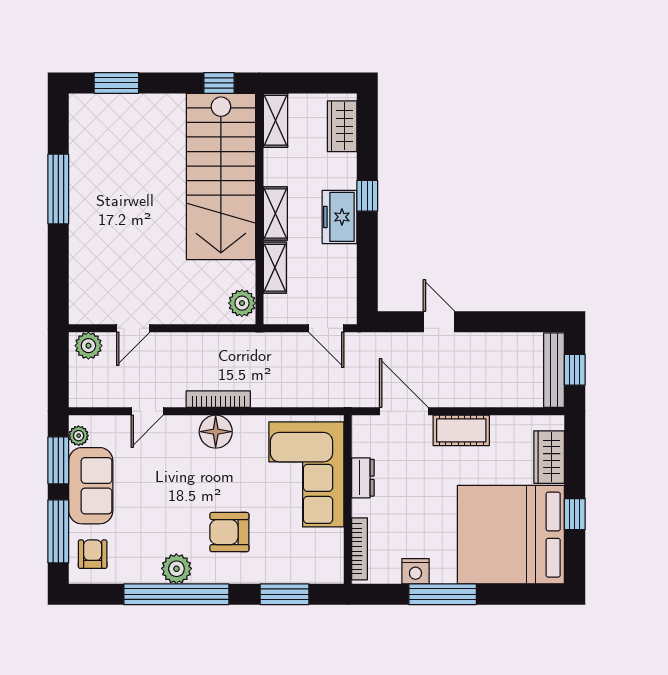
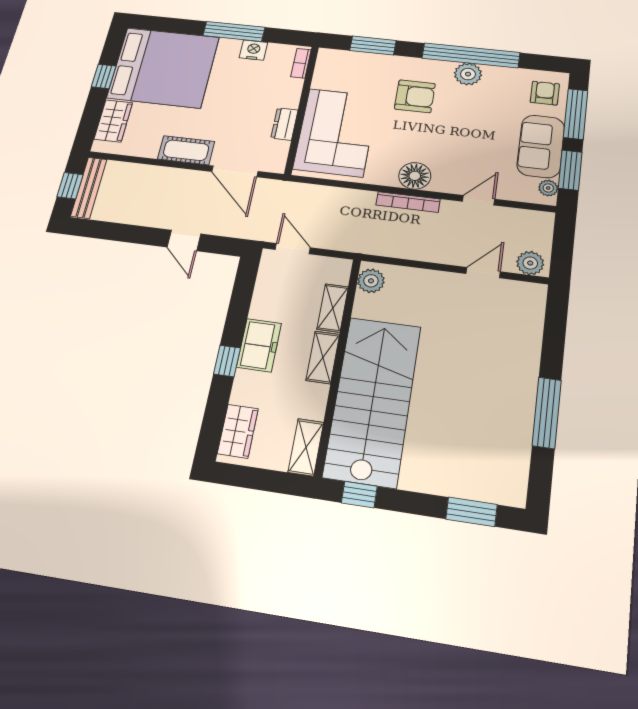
bookcase: (360, 549) -> (301, 63), width x0.64
armchair: (93, 554) -> (545, 93), turned 180

